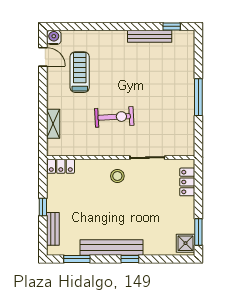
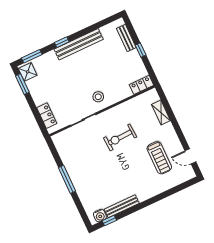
water cooler: (54, 37) -> (100, 216), moved
window: (77, 259) -> (32, 56), moved

